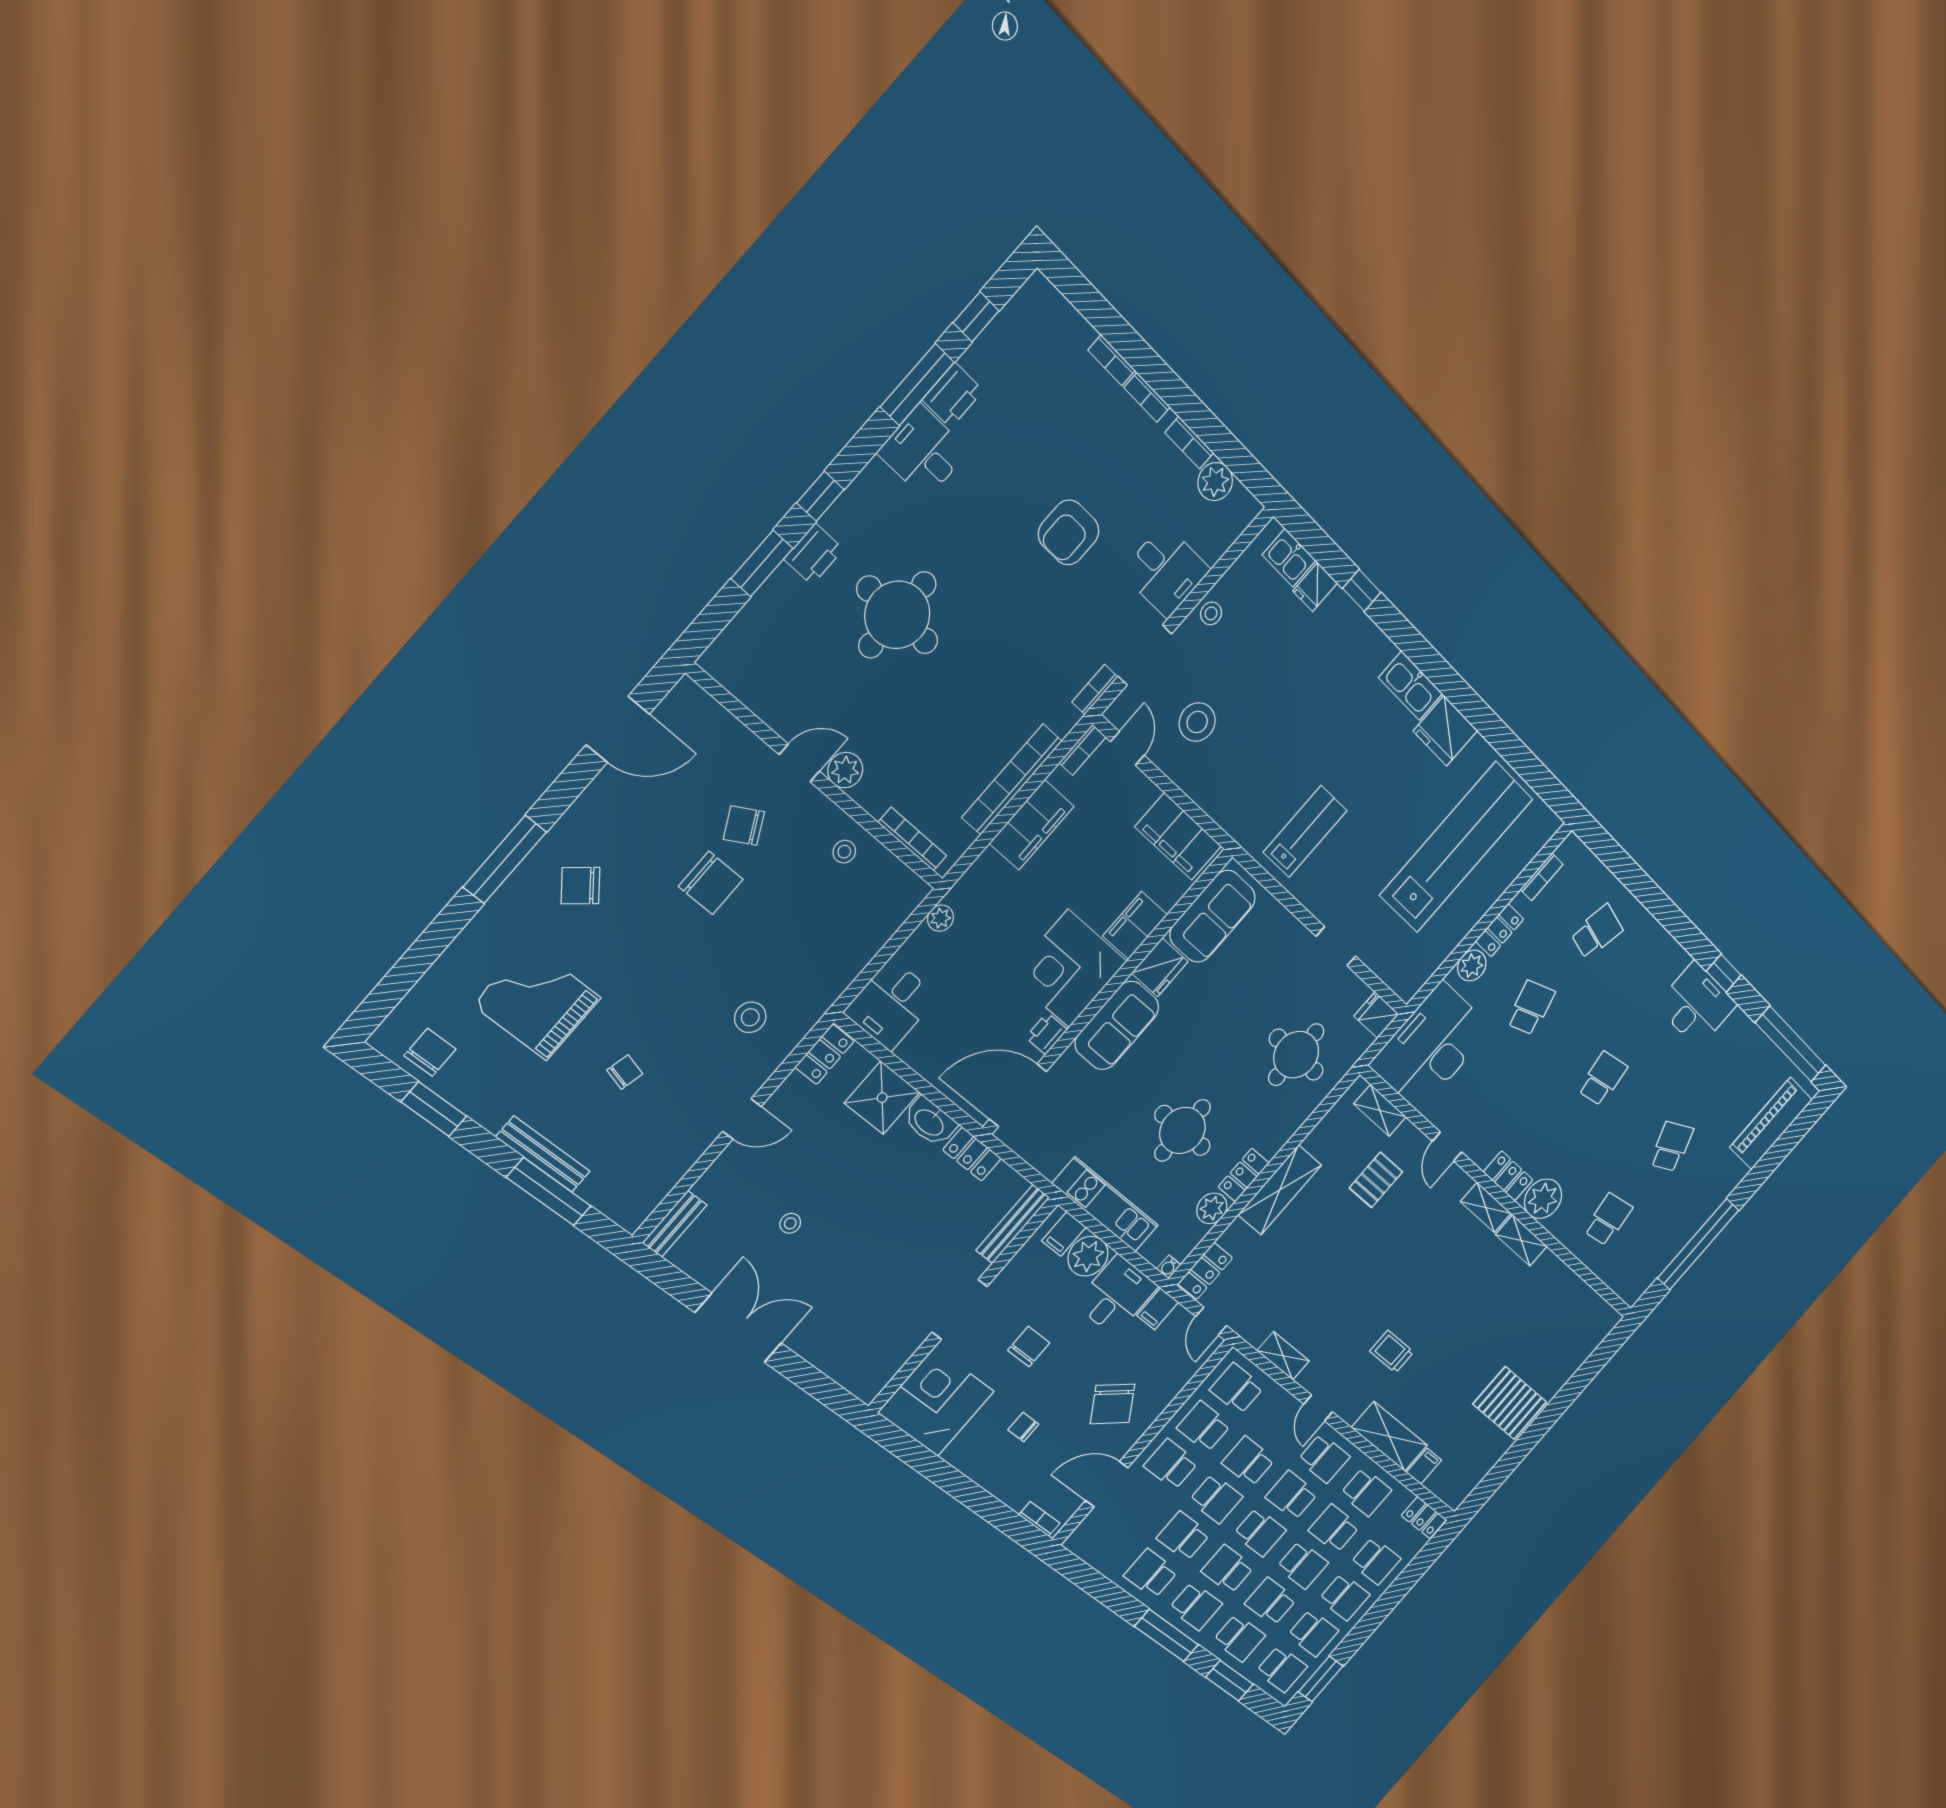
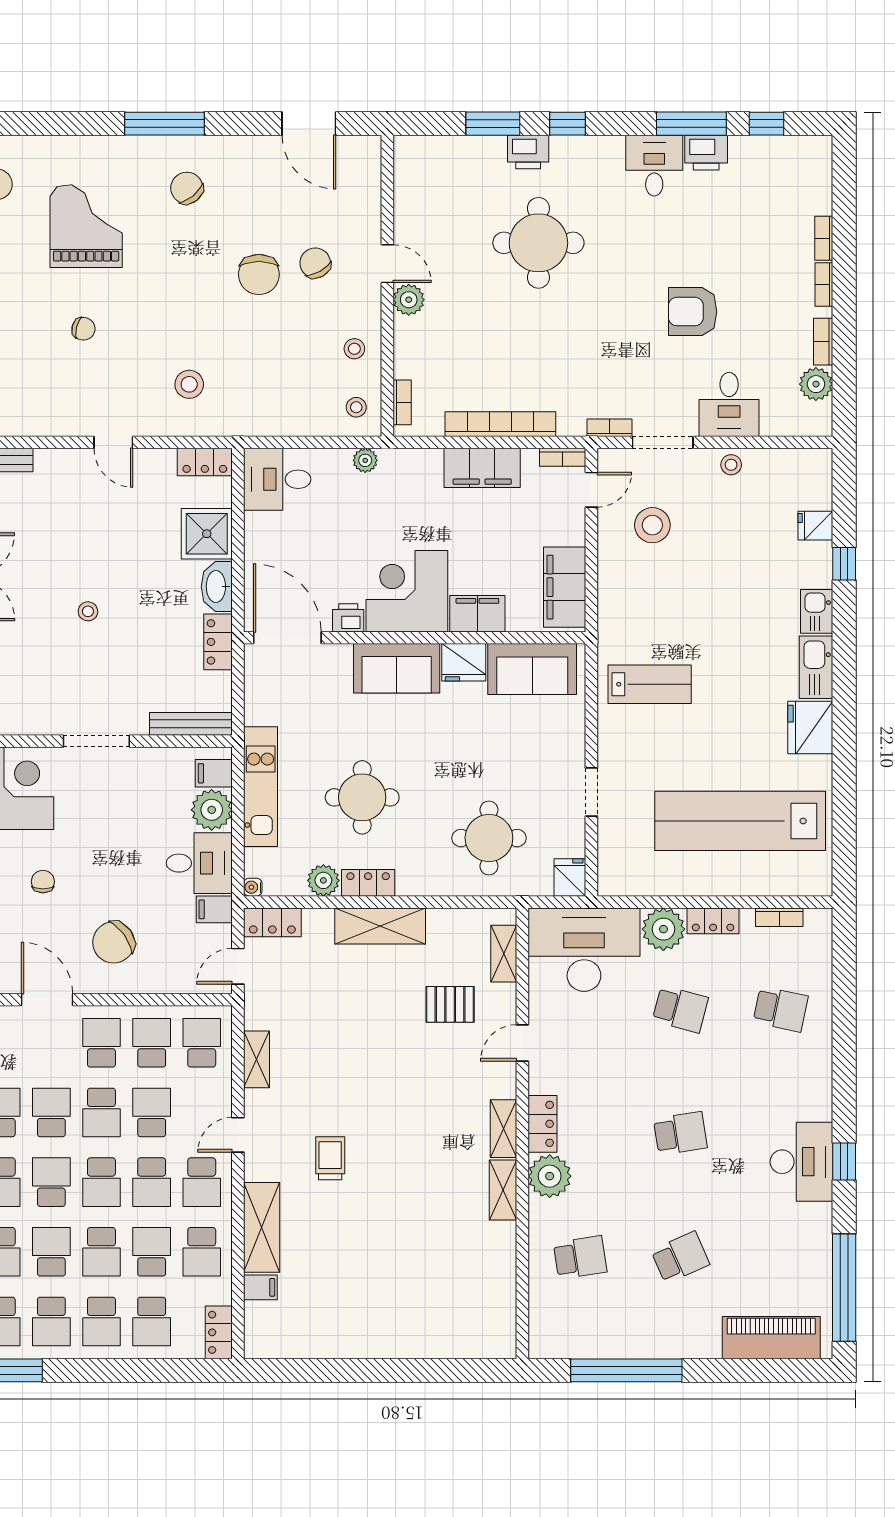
kitchen sink: (1289, 558) -> (817, 611), moved
bookcase: (912, 839) -> (402, 402), width x0.64
lab bench: (1456, 847) -> (740, 821), turned 180
stool: (892, 890) -> (356, 407), added
plant: (1472, 966) -> (663, 929), width x1.36, depth x1.36
school desk: (1531, 1008) -> (680, 1009), turned 33
stool: (790, 1223) -> (88, 611), moved
chair: (1029, 1347) -> (108, 826), removed
pallet: (1510, 1403) -> (369, 1319), removed
school desk: (1292, 1495) -> (152, 1182), turned 180

